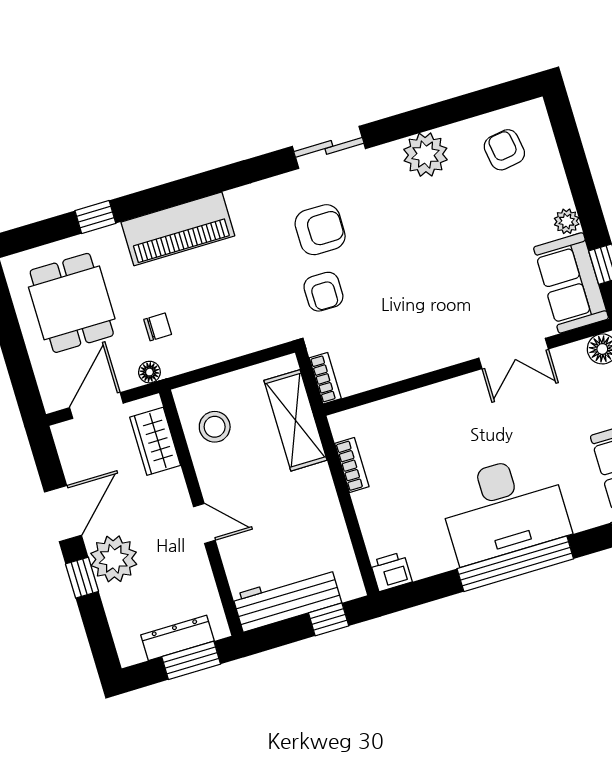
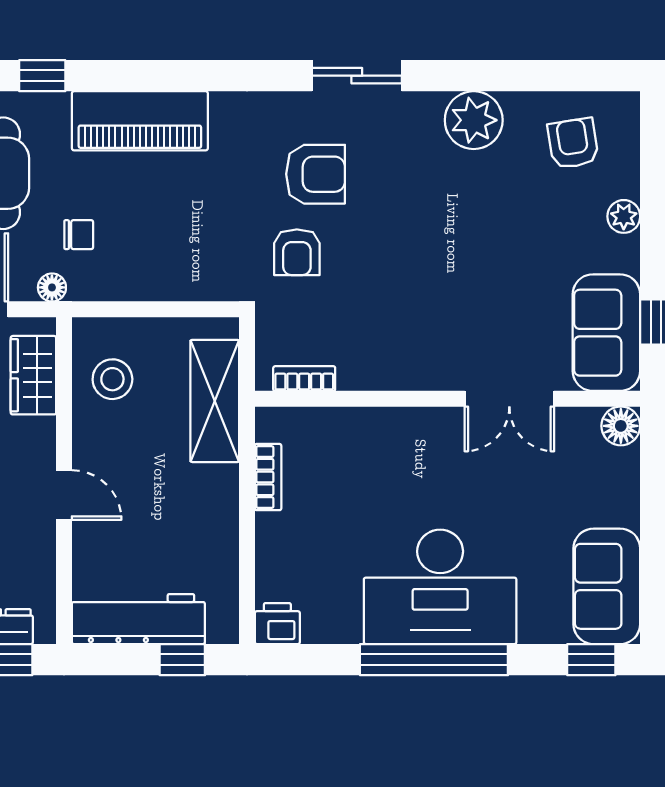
plant: (567, 221) -> (624, 216), moved
bookcase: (325, 378) -> (304, 379), moved, turned -90

